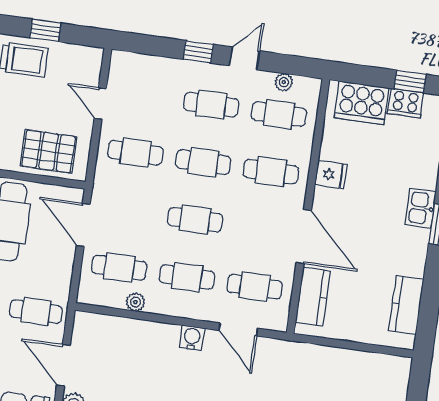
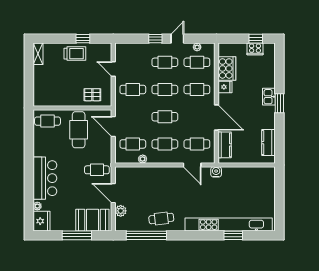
cooker: (362, 103) -> (227, 68), moved, turned -90
pallet: (49, 151) -> (92, 95), width x0.67, depth x0.71
water cooler: (192, 338) -> (216, 172), moved

